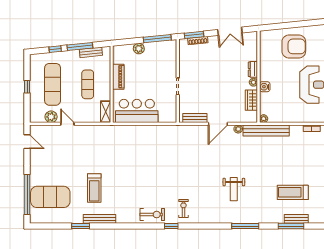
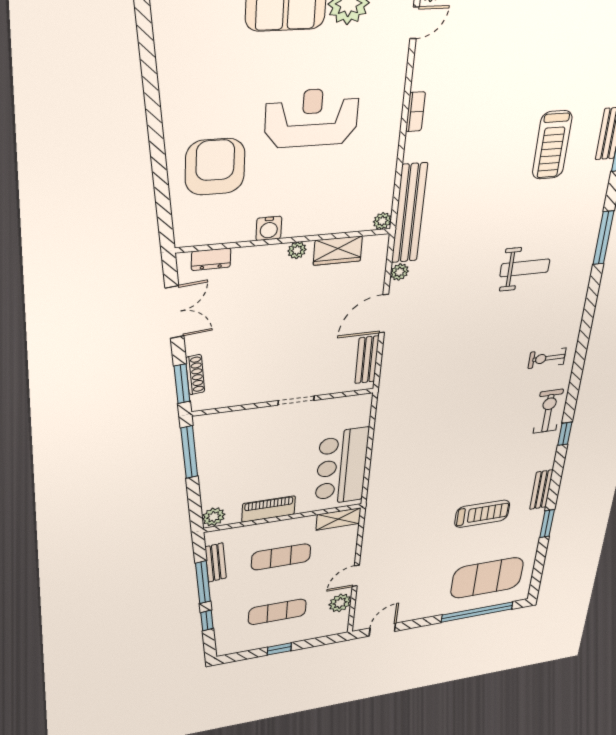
plant: (139, 49) -> (214, 517), moved
dresser: (253, 69) -> (211, 259), moved
exercise mat: (53, 84) -> (277, 612), width x0.73, depth x0.69
water cooler: (265, 87) -> (269, 228), moved
door: (218, 124) -> (384, 314), swing flipped
exercise mat: (50, 197) -> (487, 578), turned 90
bench: (100, 219) -> (541, 490), width x0.73
window: (171, 226) -> (565, 434), moved

